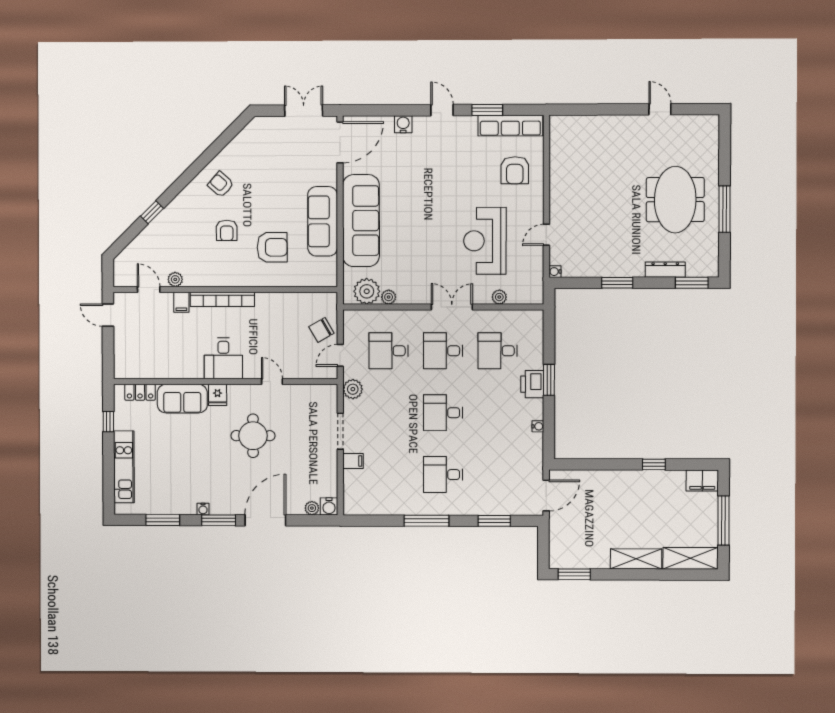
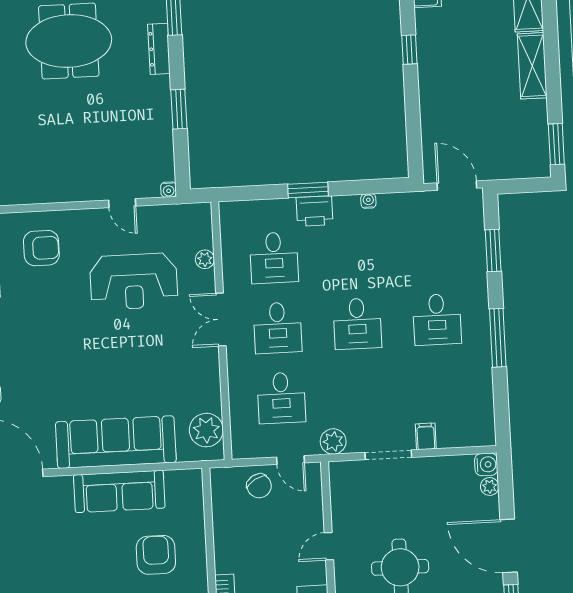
plant: (389, 297) -> (212, 402), removed

